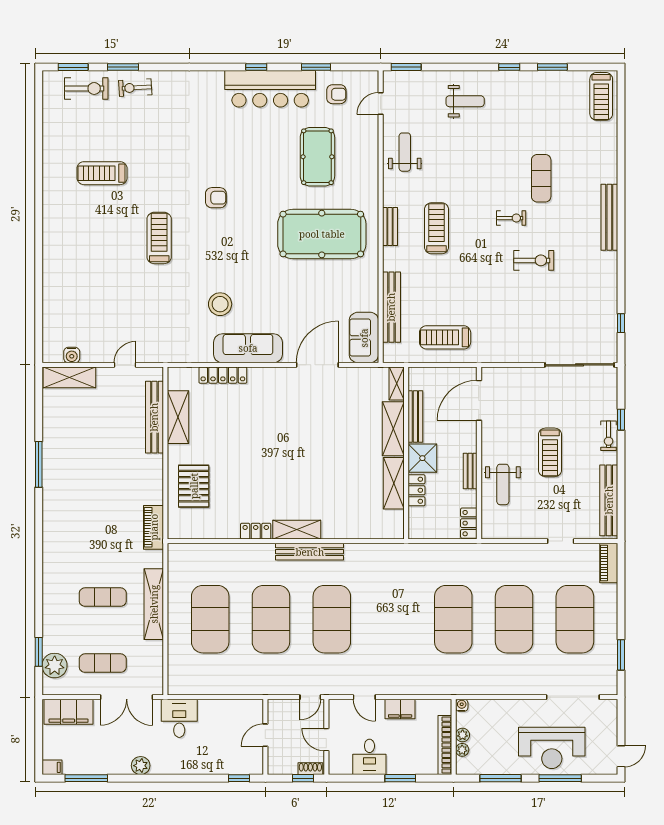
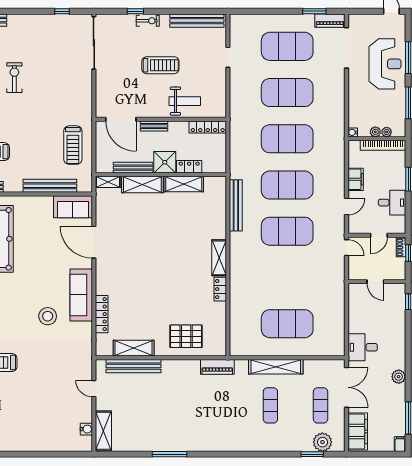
bench: (470, 471) -> (154, 126), moved
locker: (469, 523) -> (208, 127), width x1.53
bench: (310, 552) -> (236, 205), moved
piano: (609, 563) -> (330, 21), moved
exercise mat: (271, 619) -> (287, 185), moved

